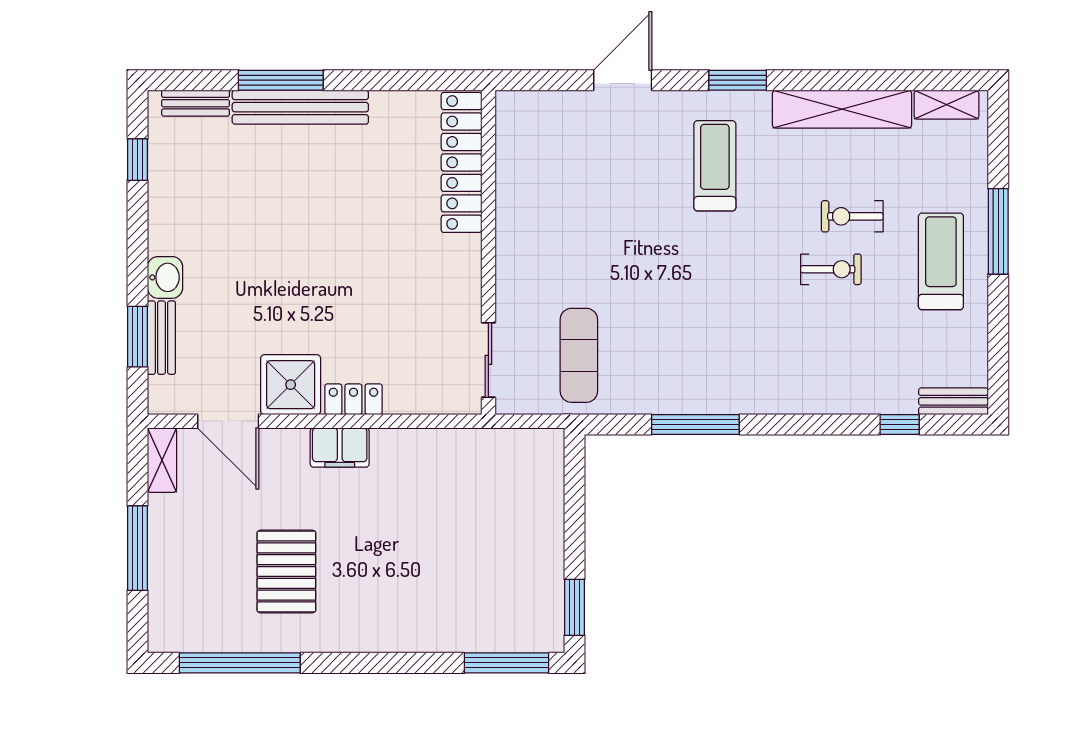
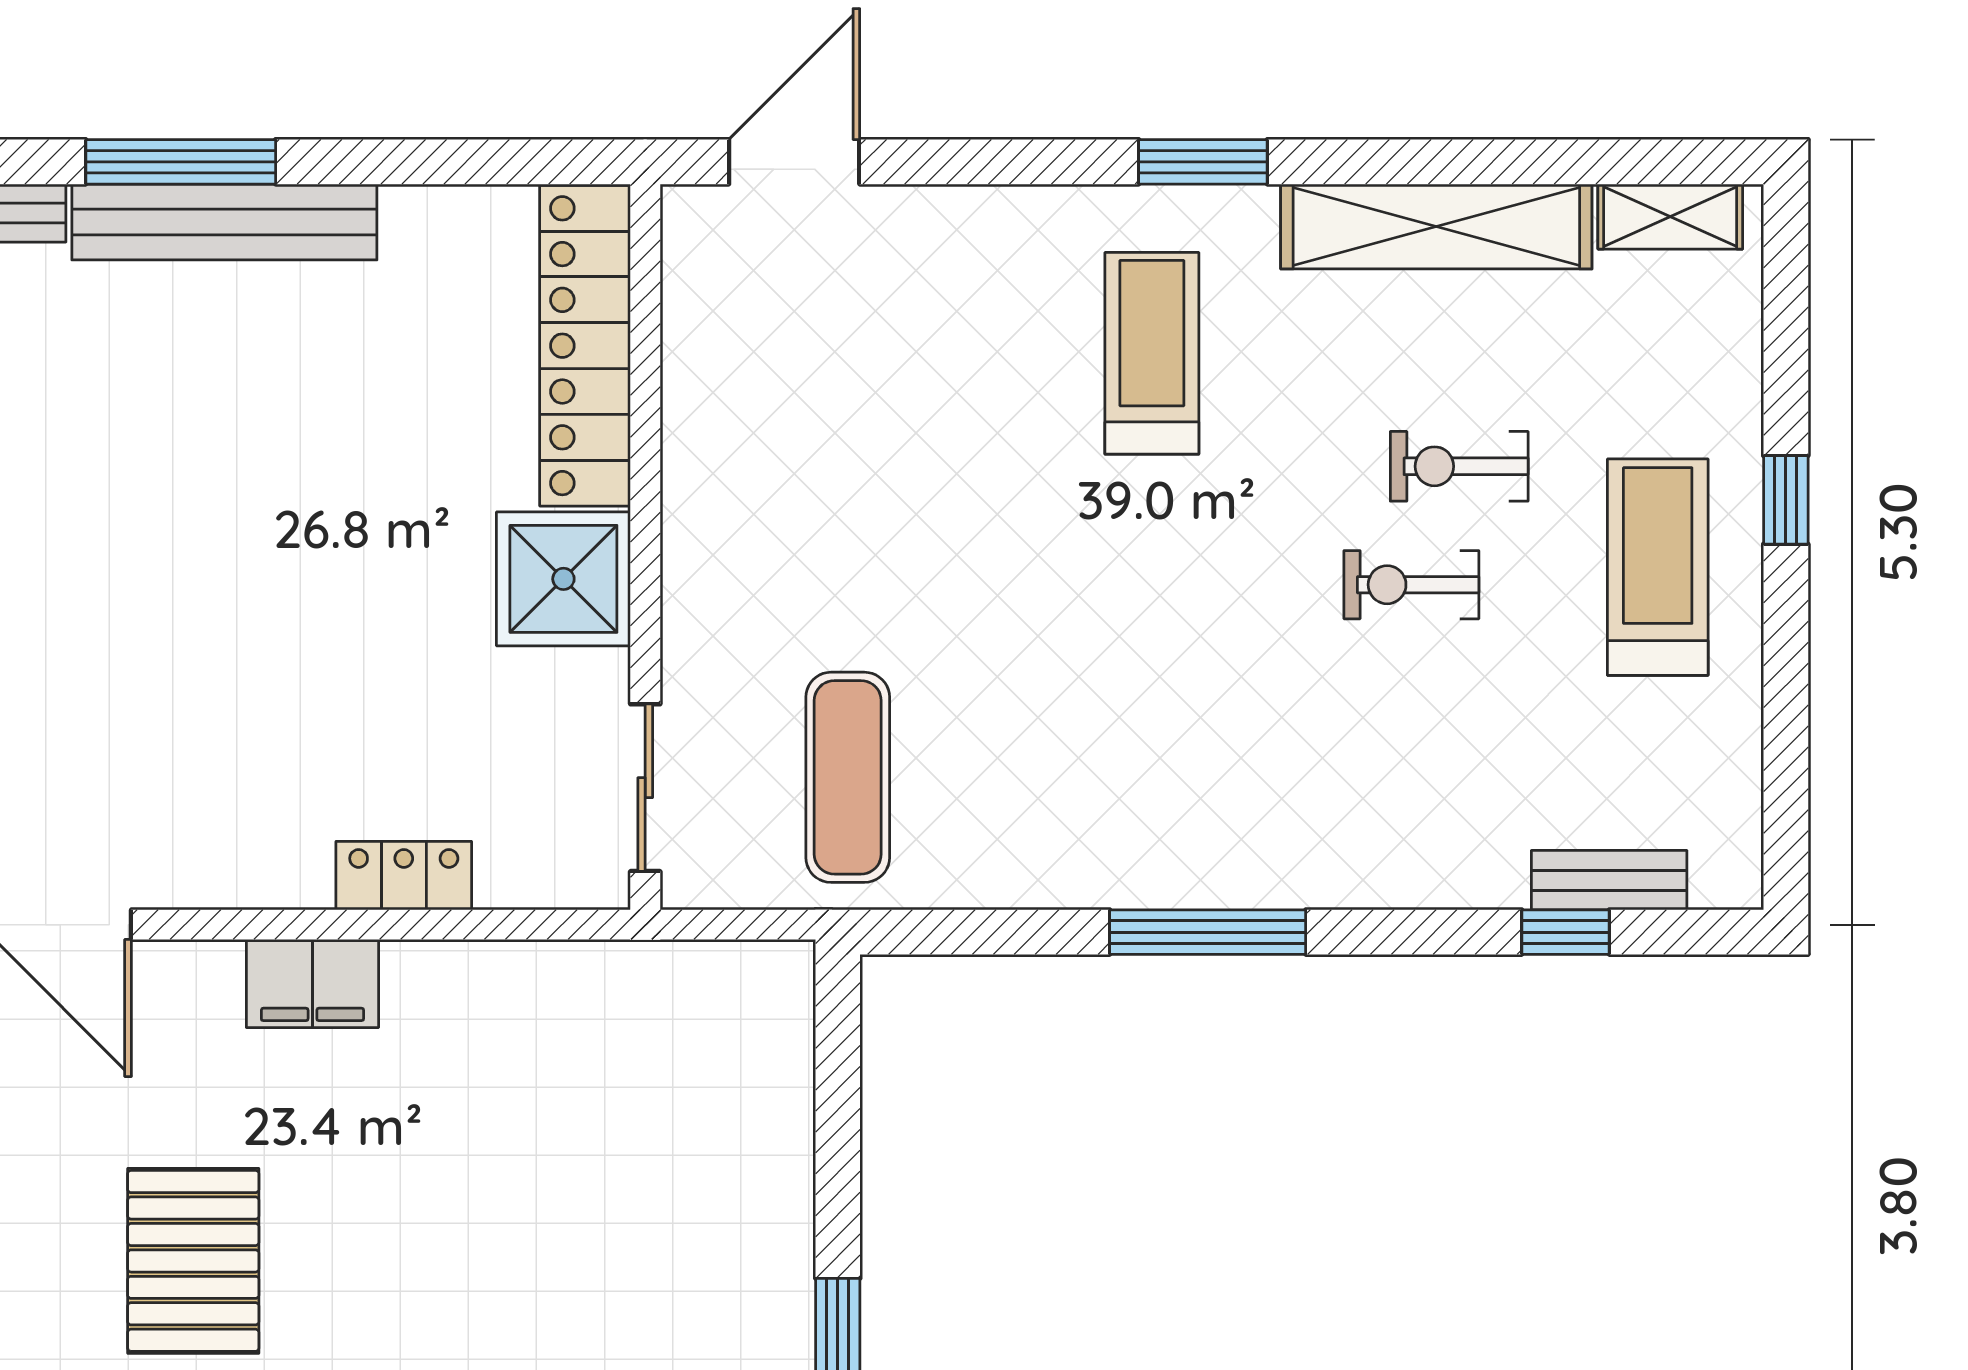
door: (623, 80) -> (794, 162), moved
window: (998, 231) -> (1786, 500), width x0.46
exercise bike: (831, 269) -> (1411, 585), turned 180
shower: (291, 385) -> (563, 579), moved
locker: (353, 399) -> (404, 876), moved
bench: (953, 401) -> (1609, 880), moved
window: (695, 425) -> (1208, 932), moved

